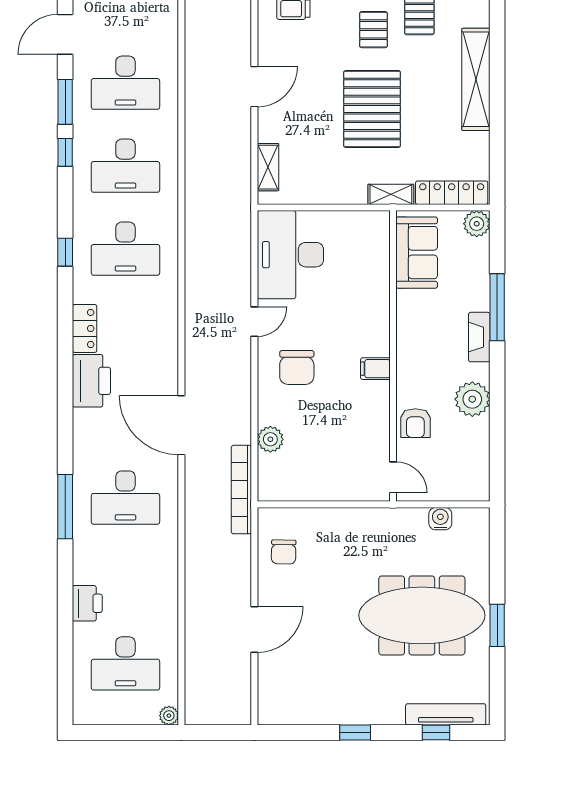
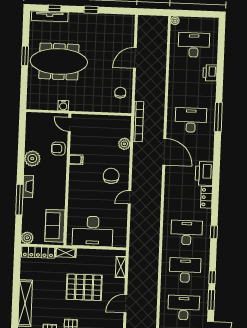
pallet: (372, 109) -> (84, 287), moved, turned 90
desk: (290, 255) -> (93, 231), moved, turned 90
filing cabinet: (375, 369) -> (76, 160), moved
armchair: (415, 423) -> (58, 149), turned -90
water cooler: (440, 519) -> (63, 106), moved

